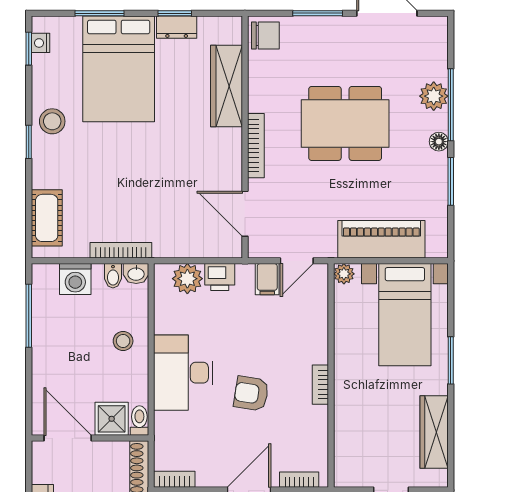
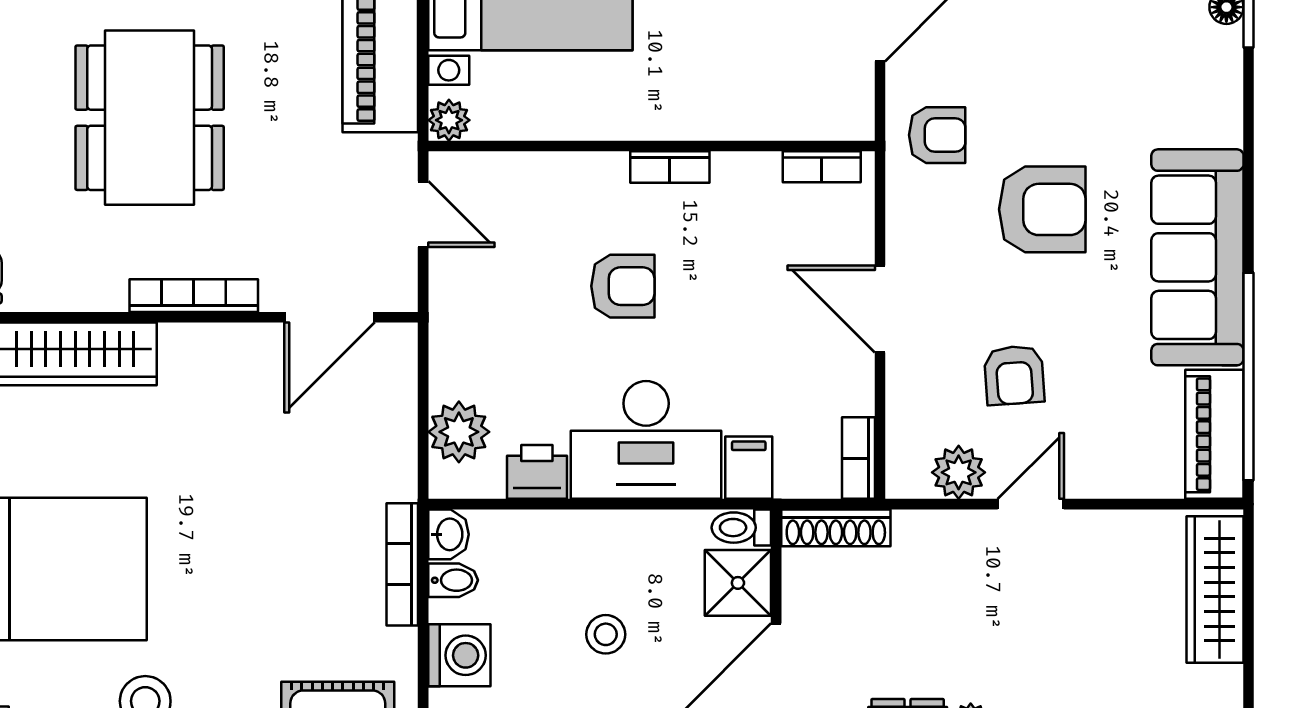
printer: (220, 277) -> (537, 472), moved, turned -90
filing cabinet: (267, 279) -> (749, 468), moved, turned -90
stool: (123, 341) -> (606, 634), moved
armchair: (251, 393) -> (623, 286), moved, turned -99
bookcase: (299, 480) -> (822, 167), moved, turned -90

